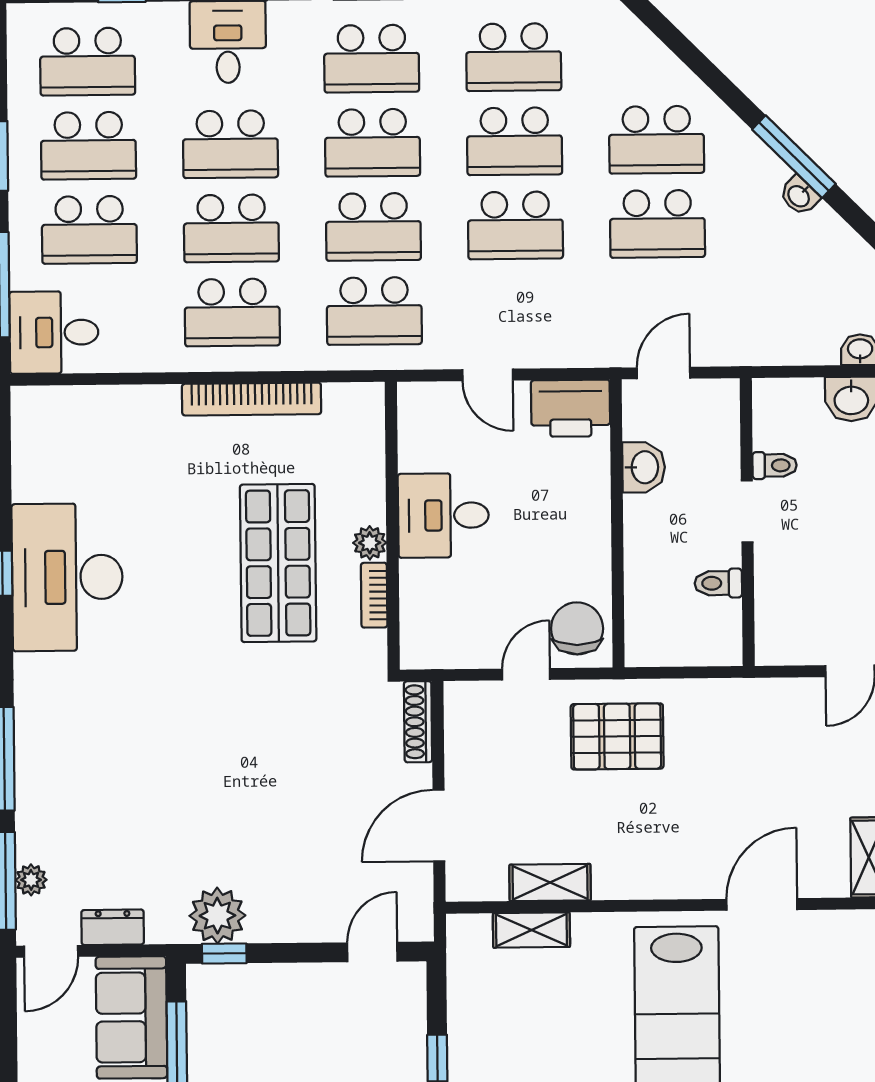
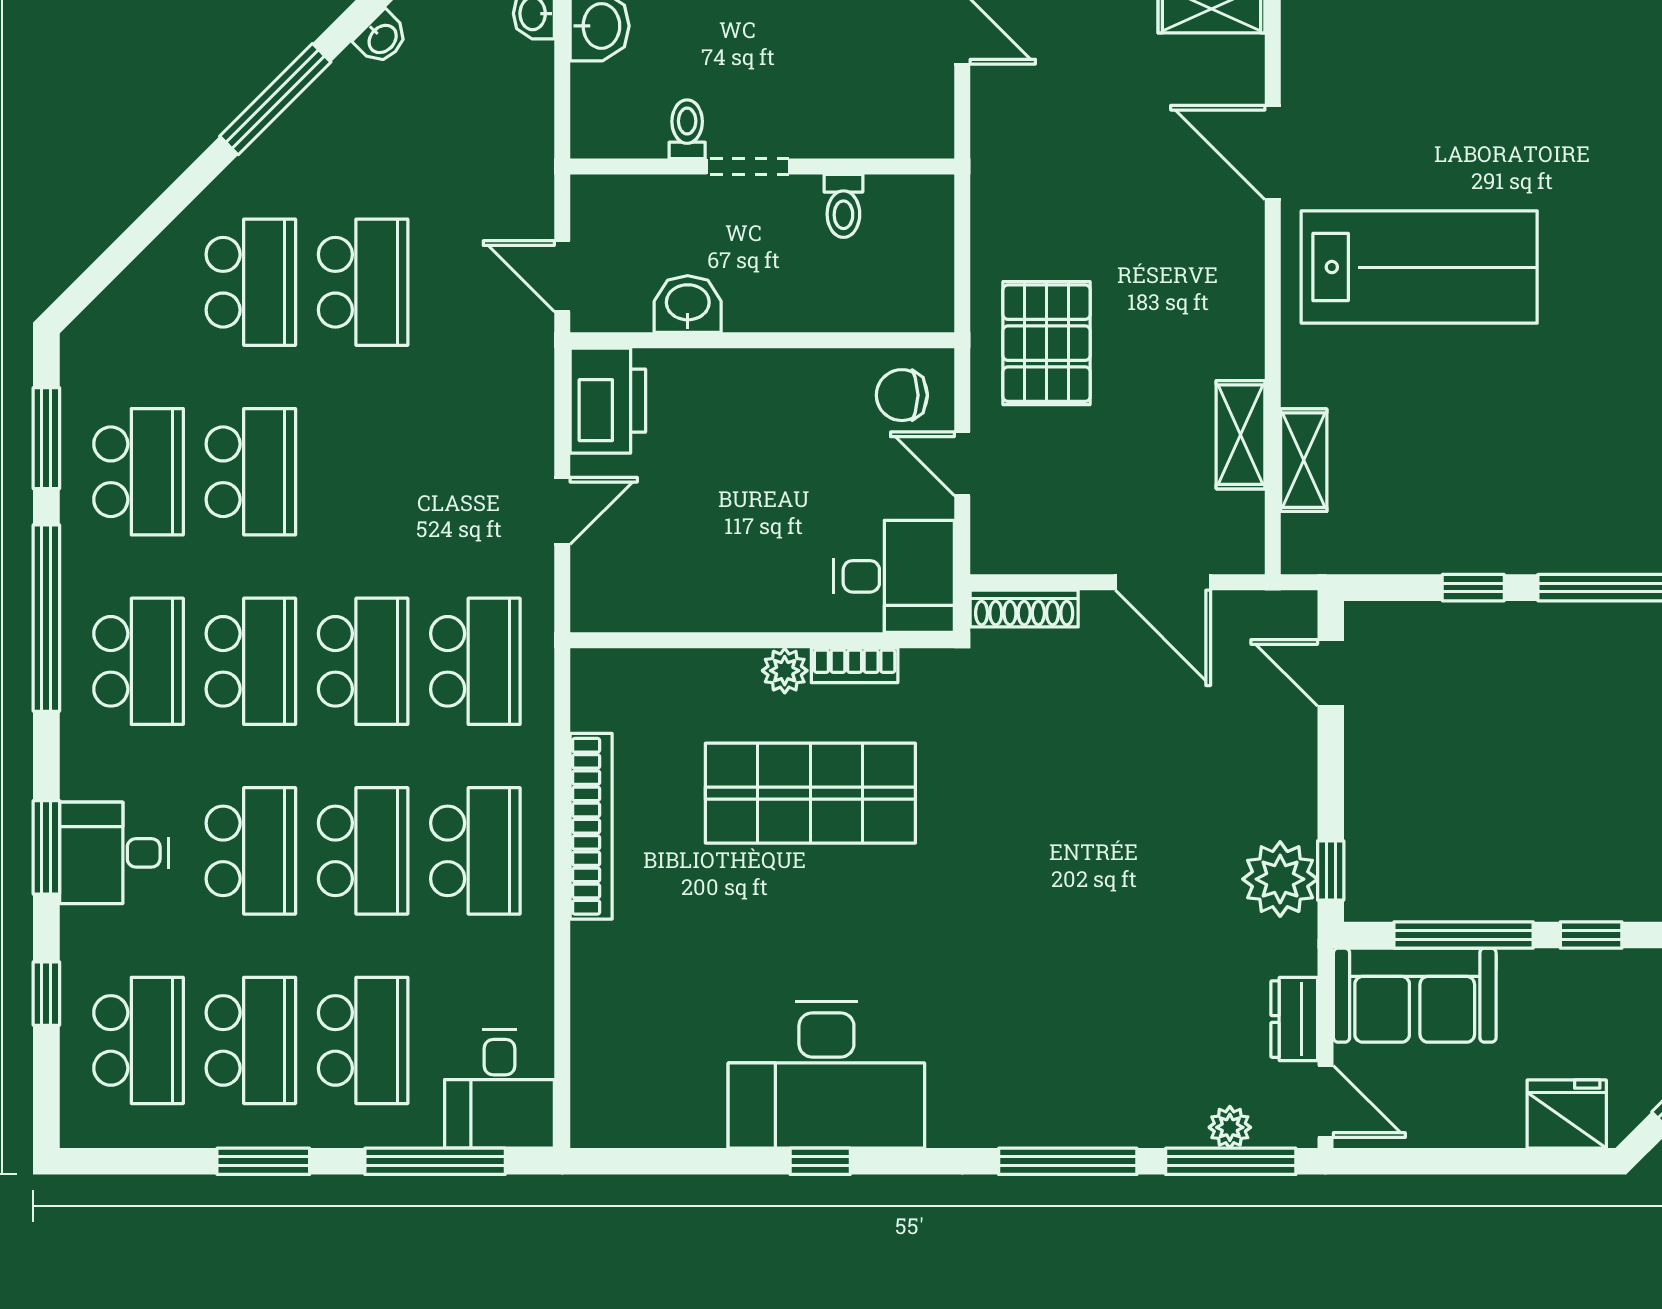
washbasin: (799, 196) -> (382, 38), moved
school desk: (515, 225) -> (363, 472), removed
desk: (443, 515) -> (894, 576), moved, turned -90
chair: (577, 628) -> (902, 395), width x0.73, depth x0.73

